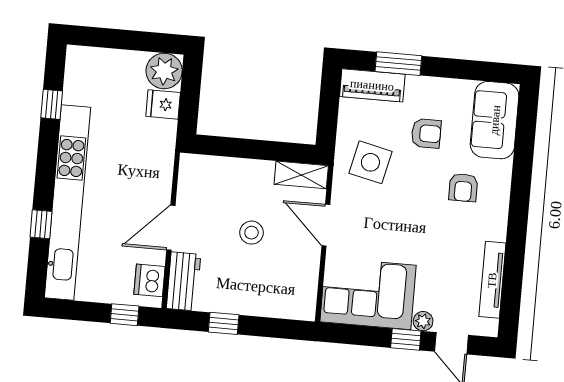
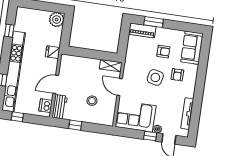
fridge: (163, 104) -> (53, 52), moved
side table: (370, 162) -> (155, 77), moved
stool: (252, 233) -> (92, 101), moved
window: (125, 315) -> (17, 117), moved

